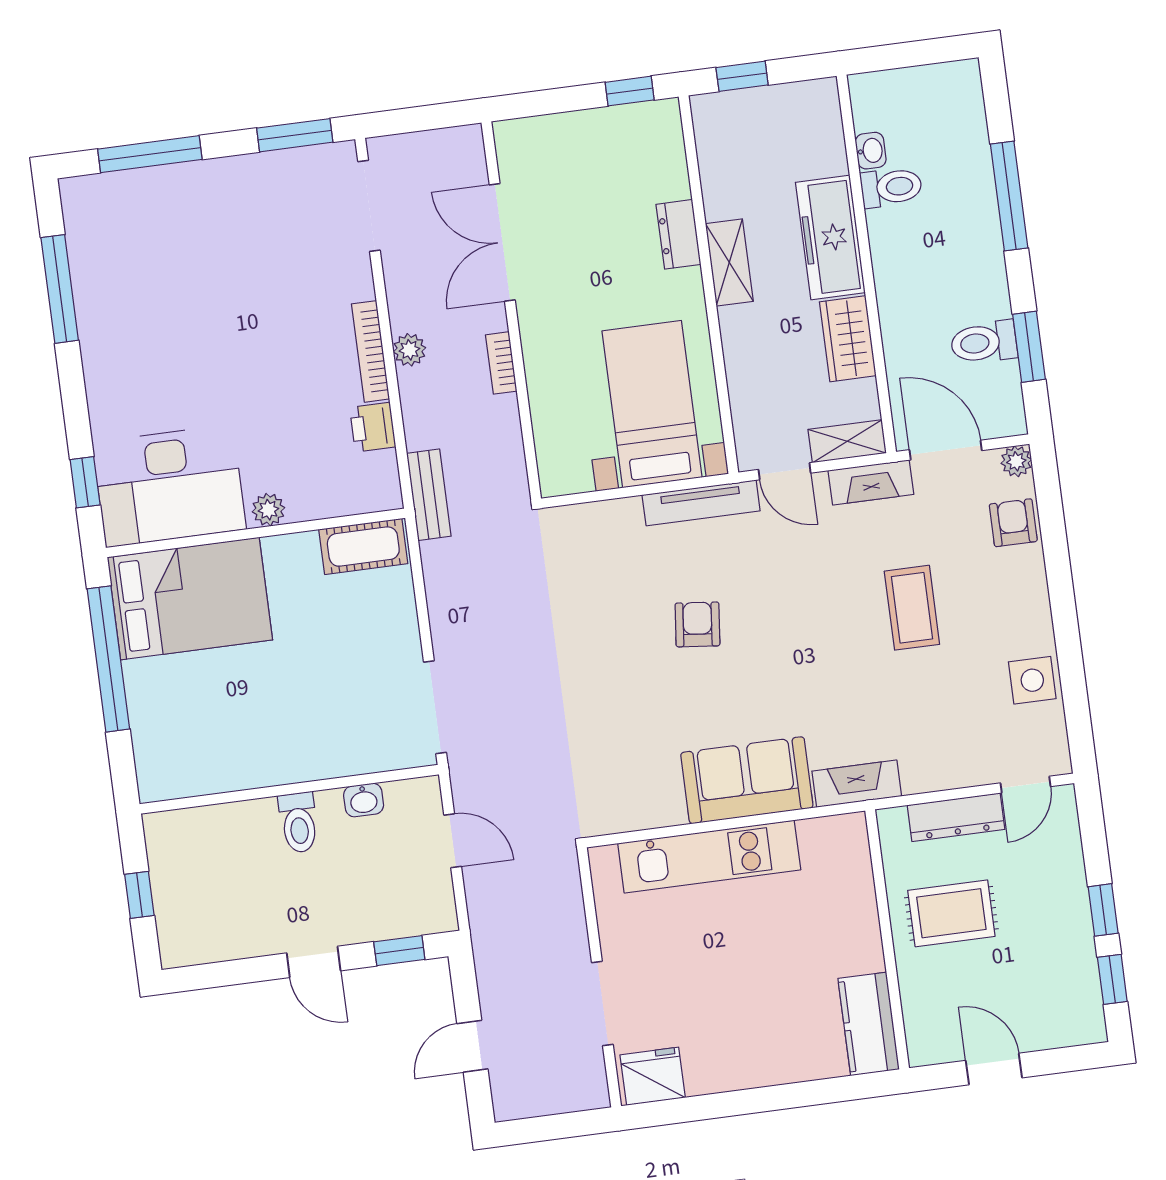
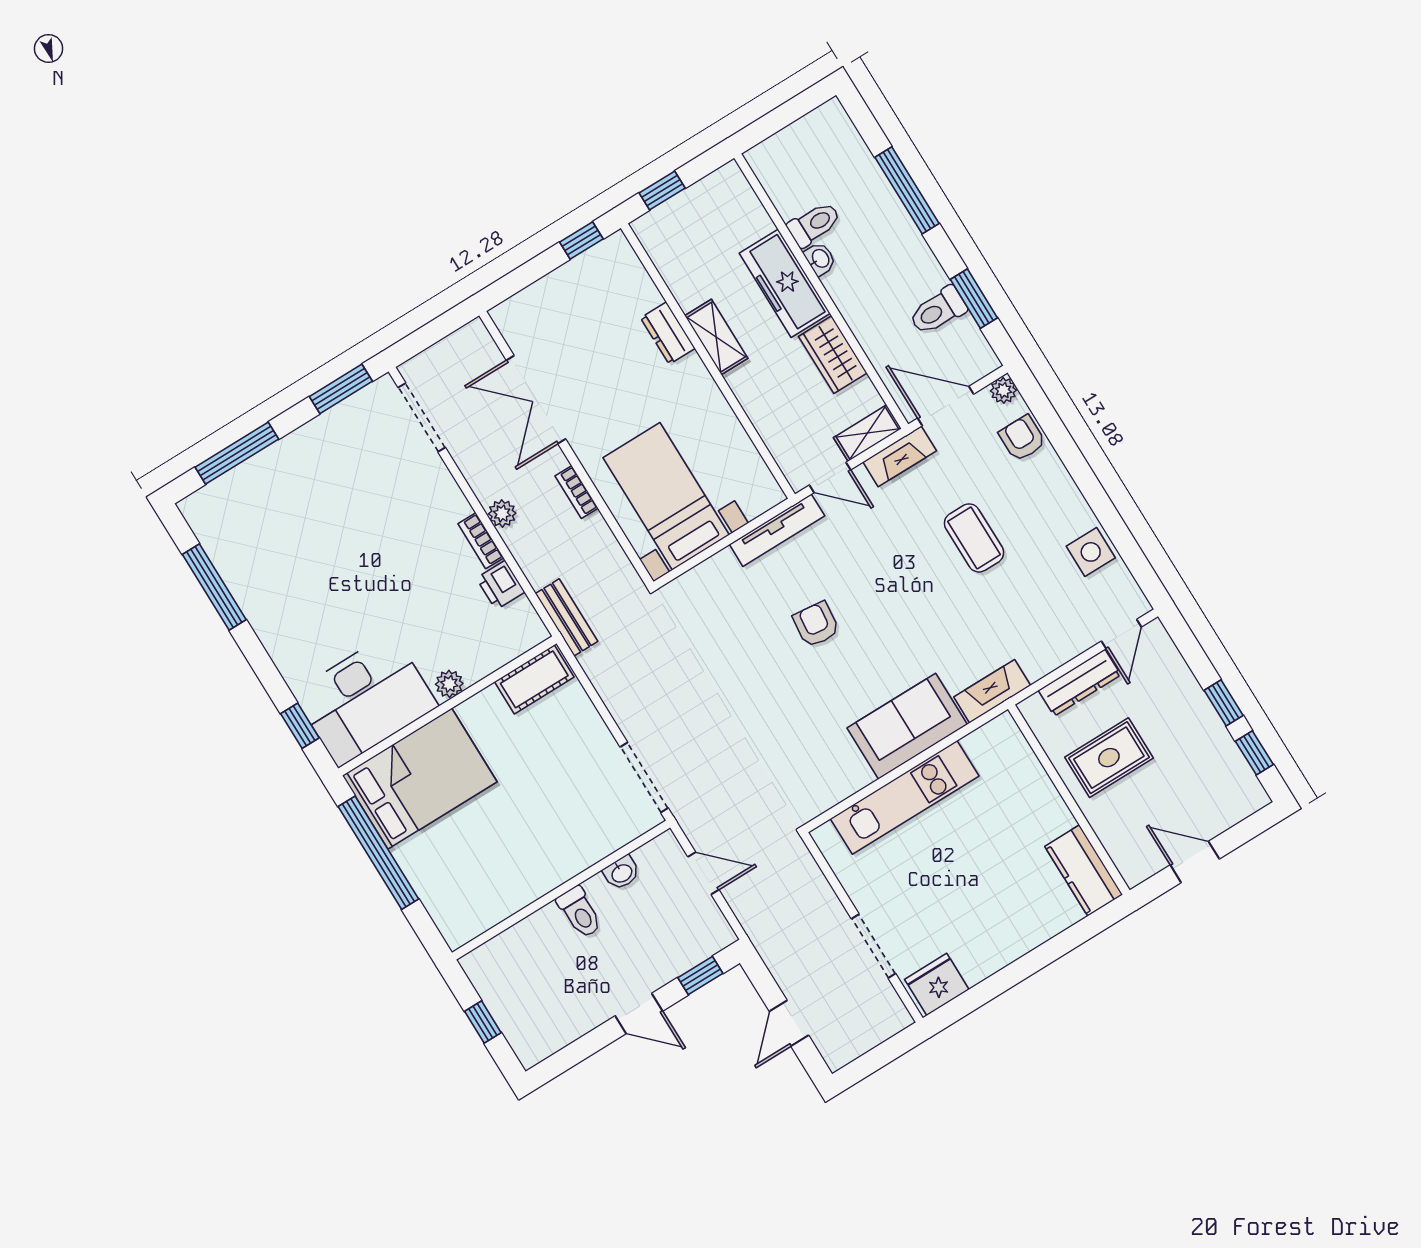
washbasin: (871, 151) -> (820, 259), moved
bookcase: (371, 351) -> (481, 541), width x0.64
bed with nightstands: (652, 404) -> (666, 496), moved

